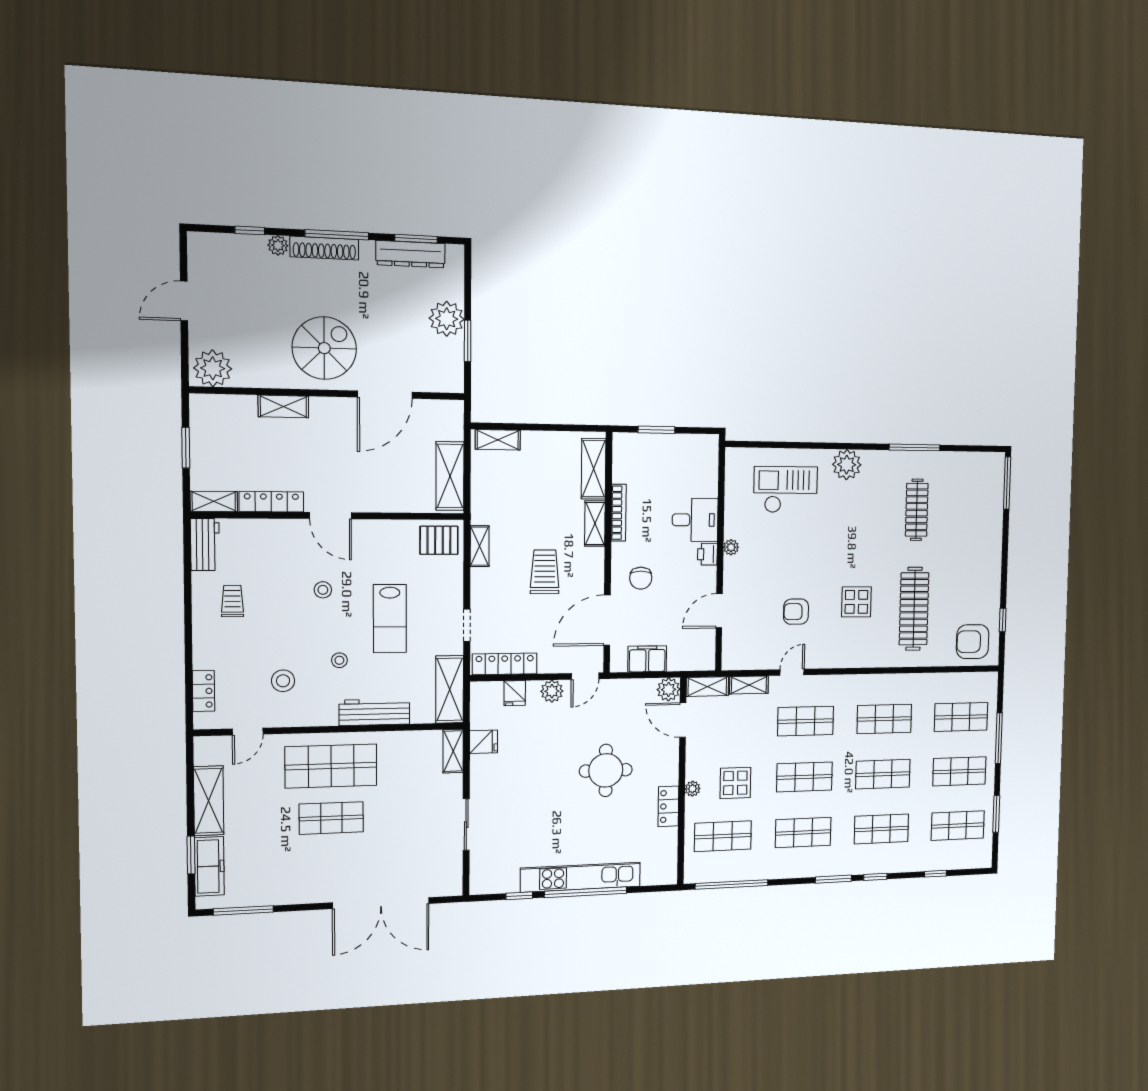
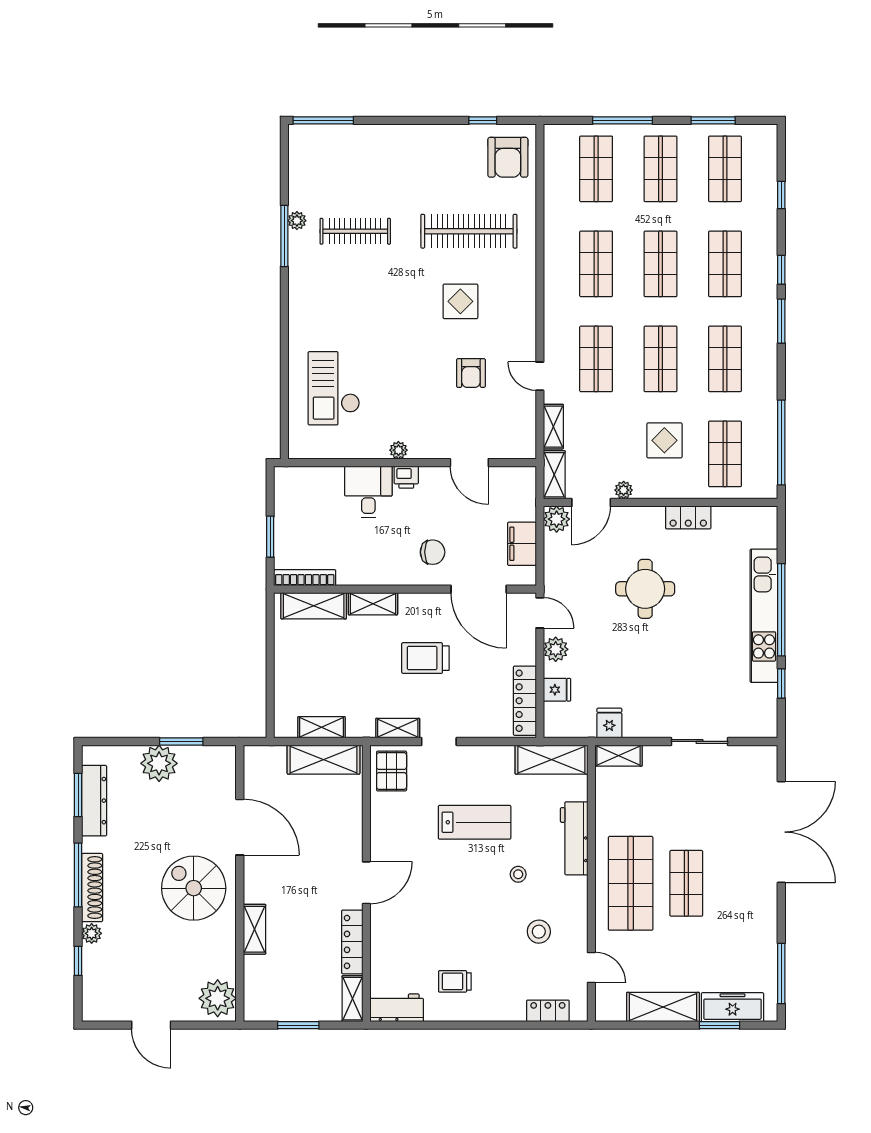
shelving: (498, 440) -> (321, 727), moved, turned 90
plant: (847, 465) -> (297, 221), moved, width x0.53, depth x0.53
bookcase: (619, 513) -> (305, 578), moved
stool: (323, 590) -> (444, 891), removed
doorway: (467, 625) -> (439, 741), moved
plant: (692, 789) -> (624, 490), moved

